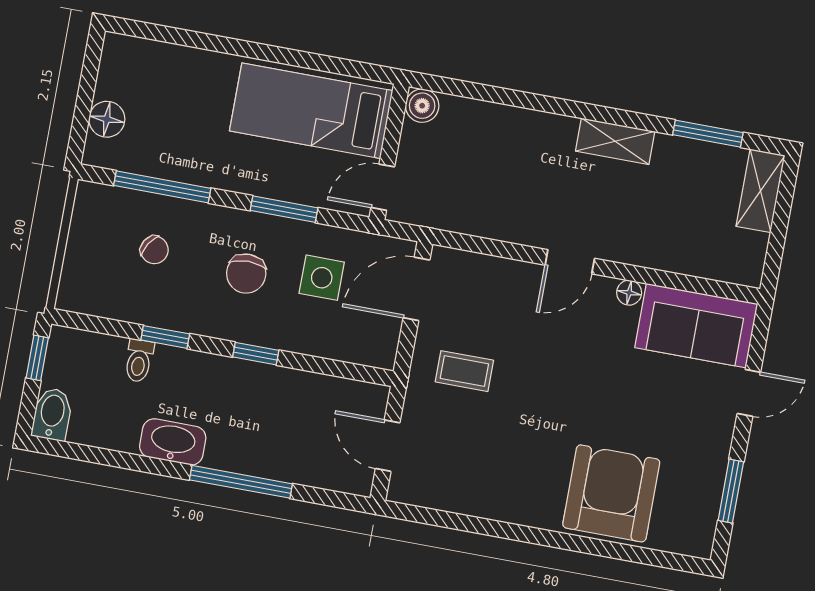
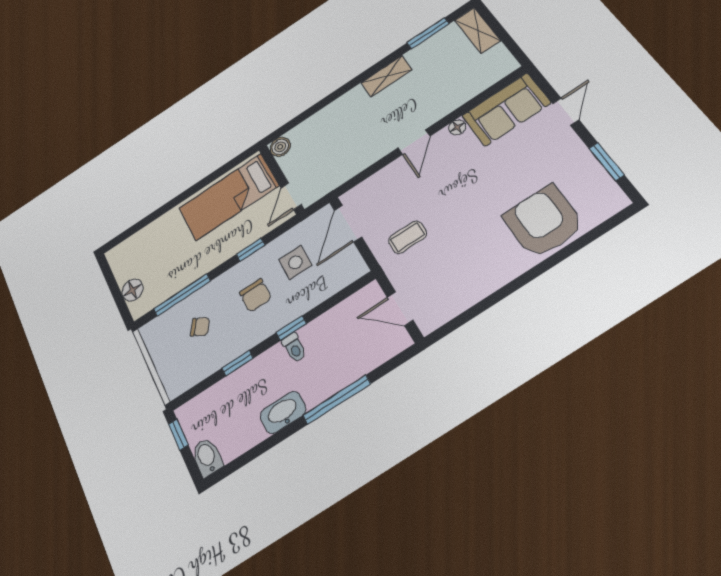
window: (284, 209) -> (250, 250), width x0.67
toilet: (139, 361) -> (294, 348), moved

